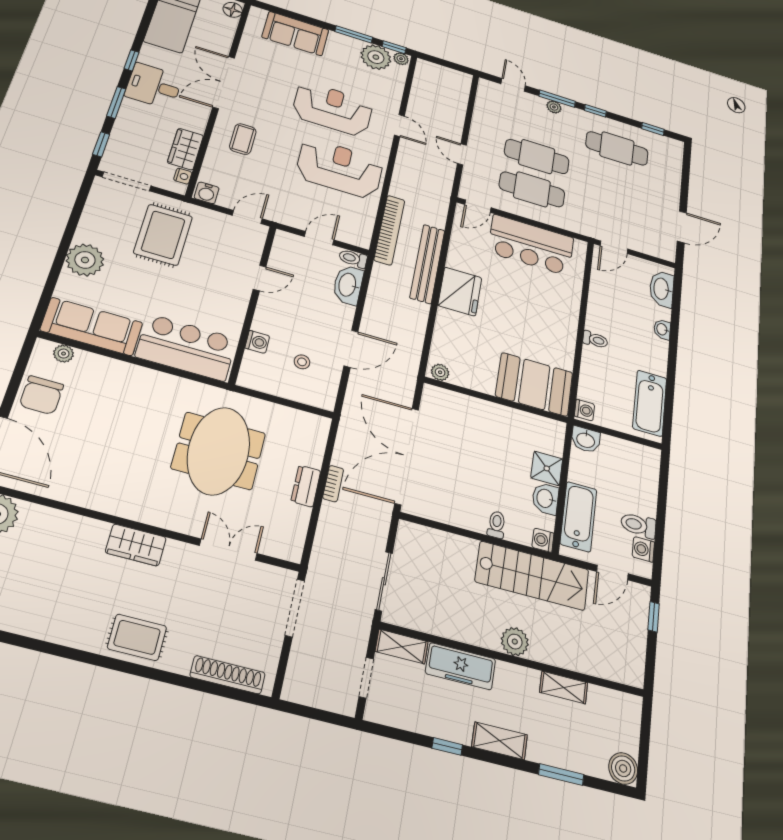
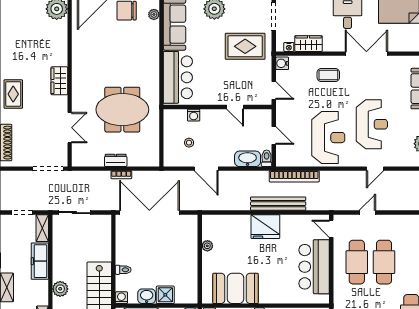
plant: (440, 372) -> (207, 246), moved
booth: (534, 384) -> (236, 288), moved, turned 90

